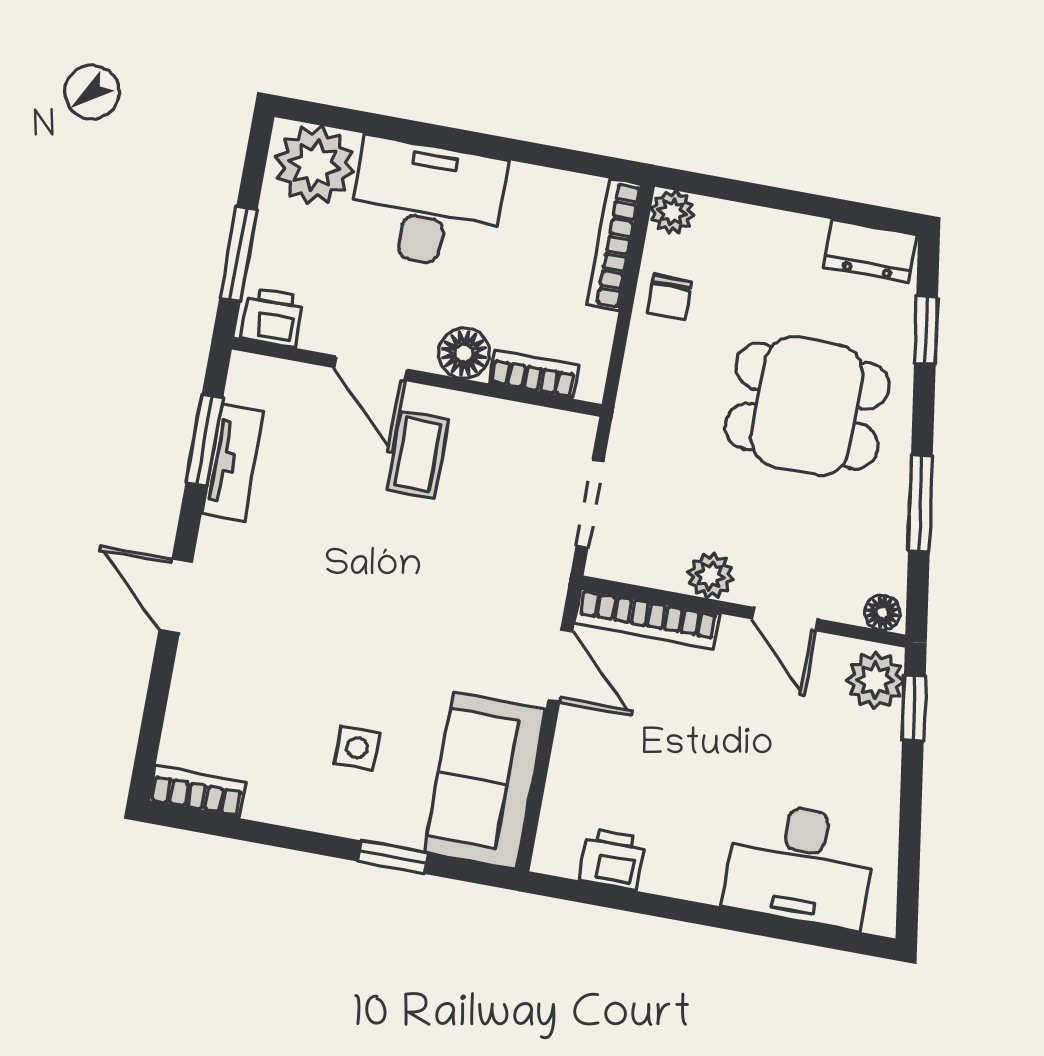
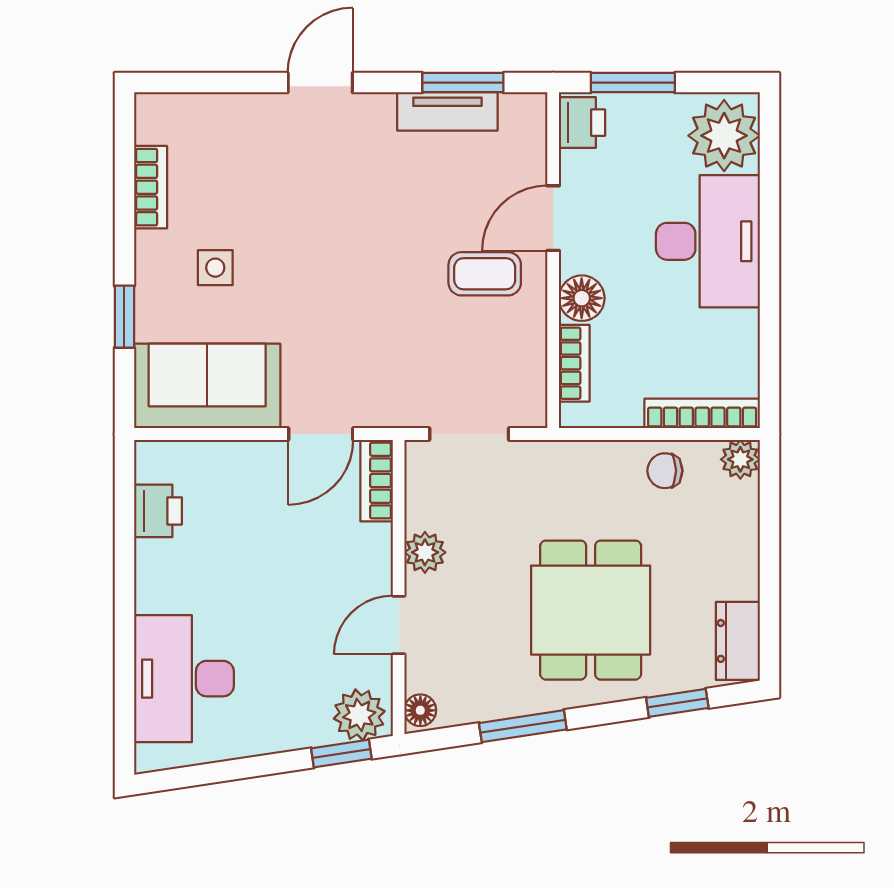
bookcase: (647, 619) -> (377, 481), width x0.64
bookcase: (197, 792) -> (151, 187), moved

